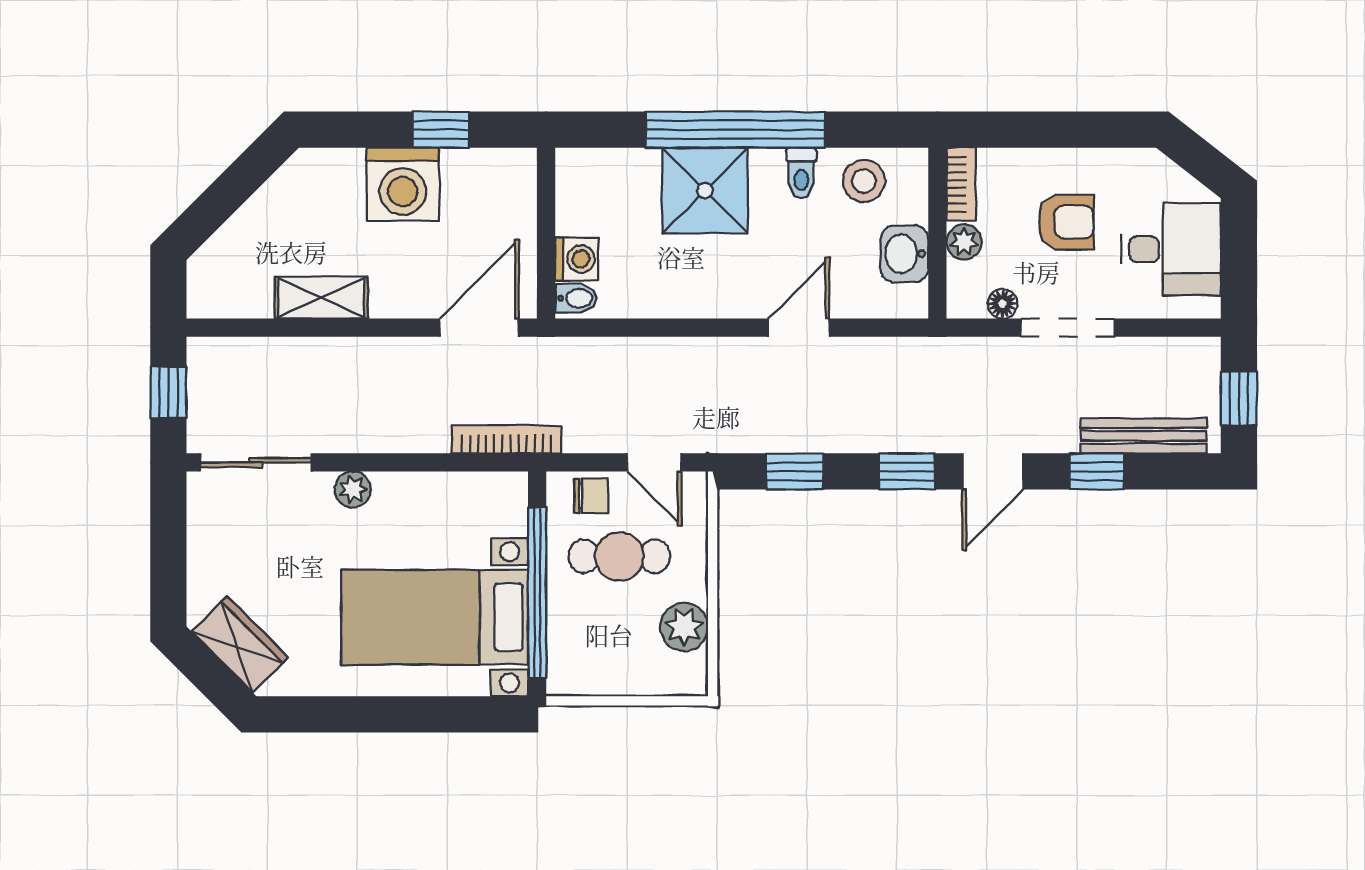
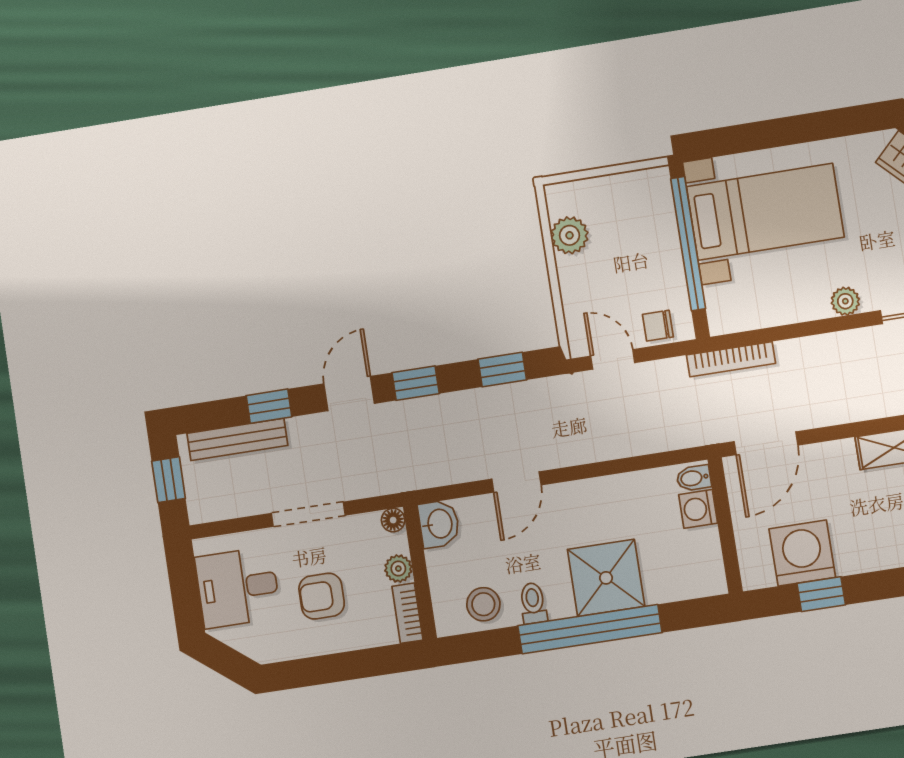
washing machine: (403, 184) -> (802, 553), moved
washbasin: (904, 254) -> (439, 524), moved
floor lamp: (1003, 304) -> (393, 520), moved
cafe table: (619, 556) -> (628, 282), removed

